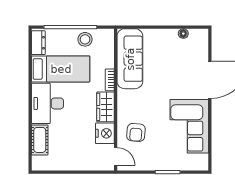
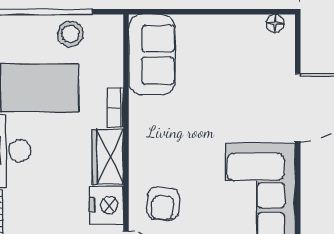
floor lamp: (183, 34) -> (275, 23), moved
sofa: (130, 59) -> (152, 55), width x0.73

